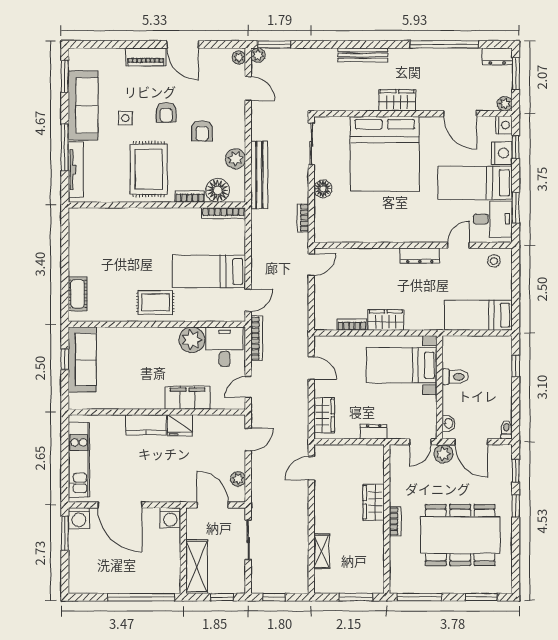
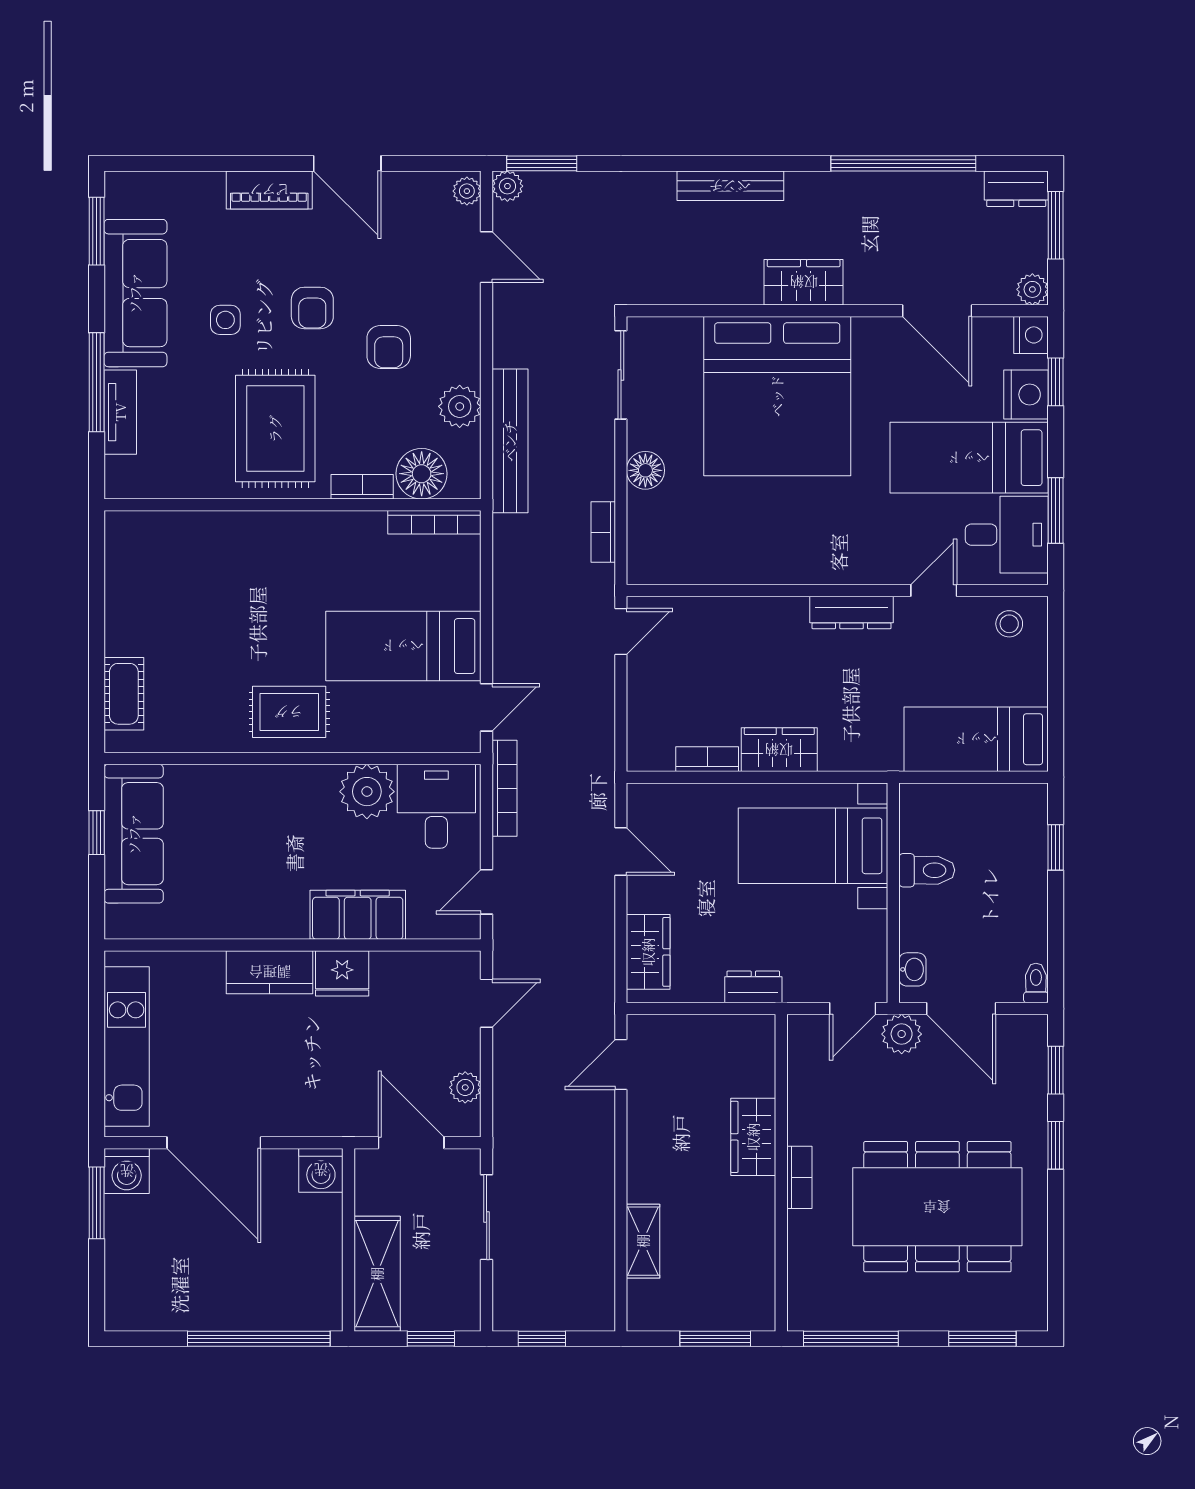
tv unit: (76, 169) -> (120, 412), width x0.71

